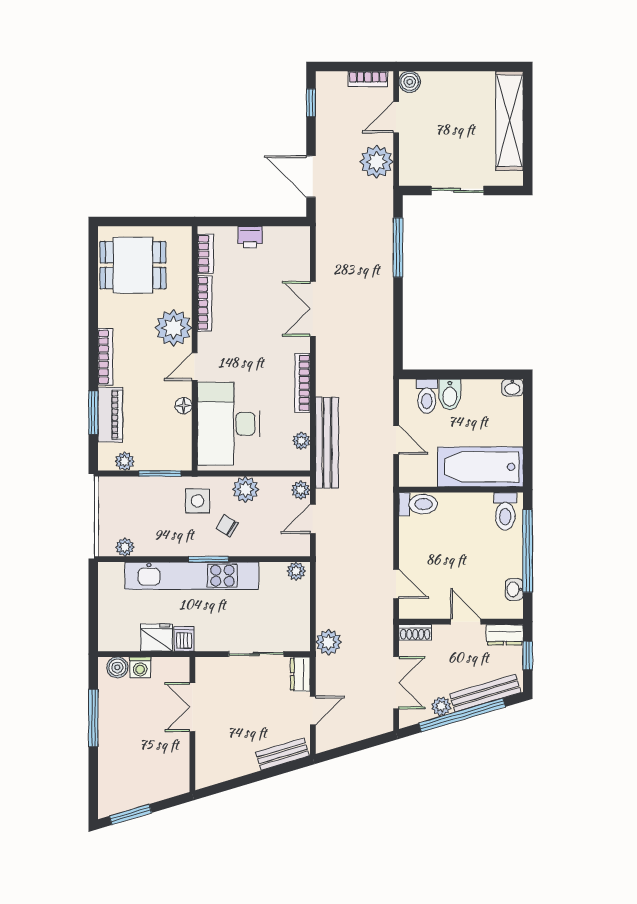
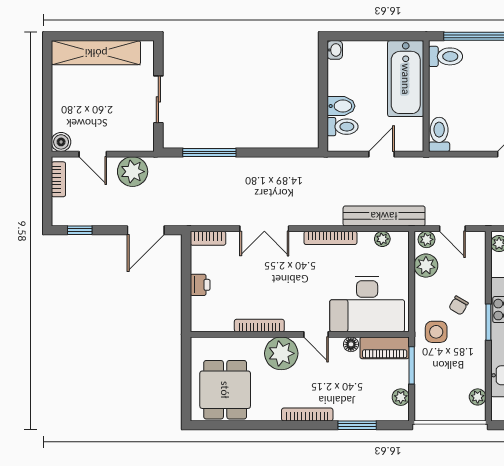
bookcase: (205, 254) -> (208, 238), moved, turned 180
piano: (110, 415) -> (385, 348), moved, turned 180
plant: (245, 489) -> (426, 266), moved

